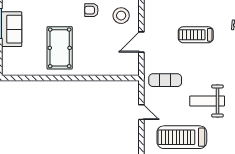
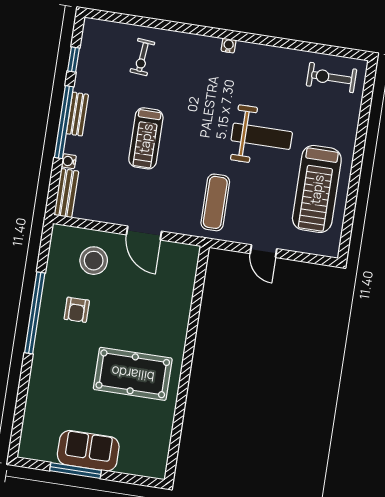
weight bench: (207, 101) -> (262, 136), turned -90
door: (141, 112) -> (264, 251), swing flipped

